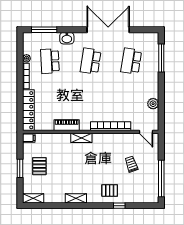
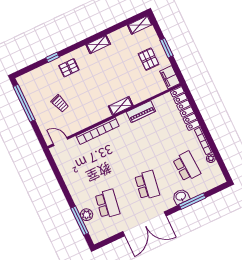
window: (44, 30) -> (192, 201), moved
plant: (153, 104) -> (87, 215), moved
filing cabinet: (29, 138) -> (170, 77), width x2.00

